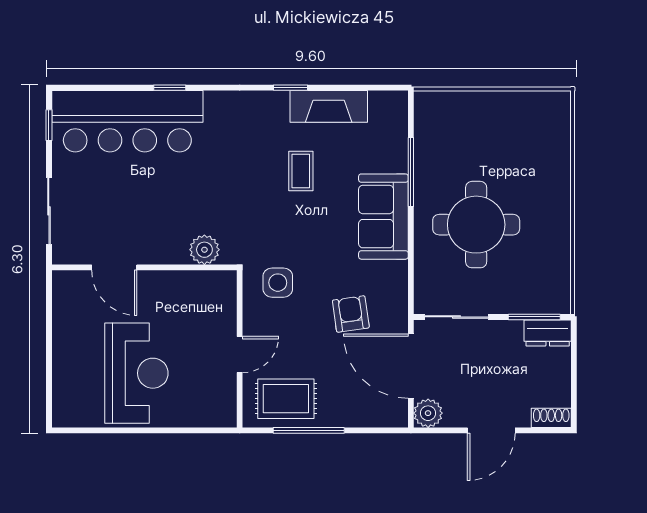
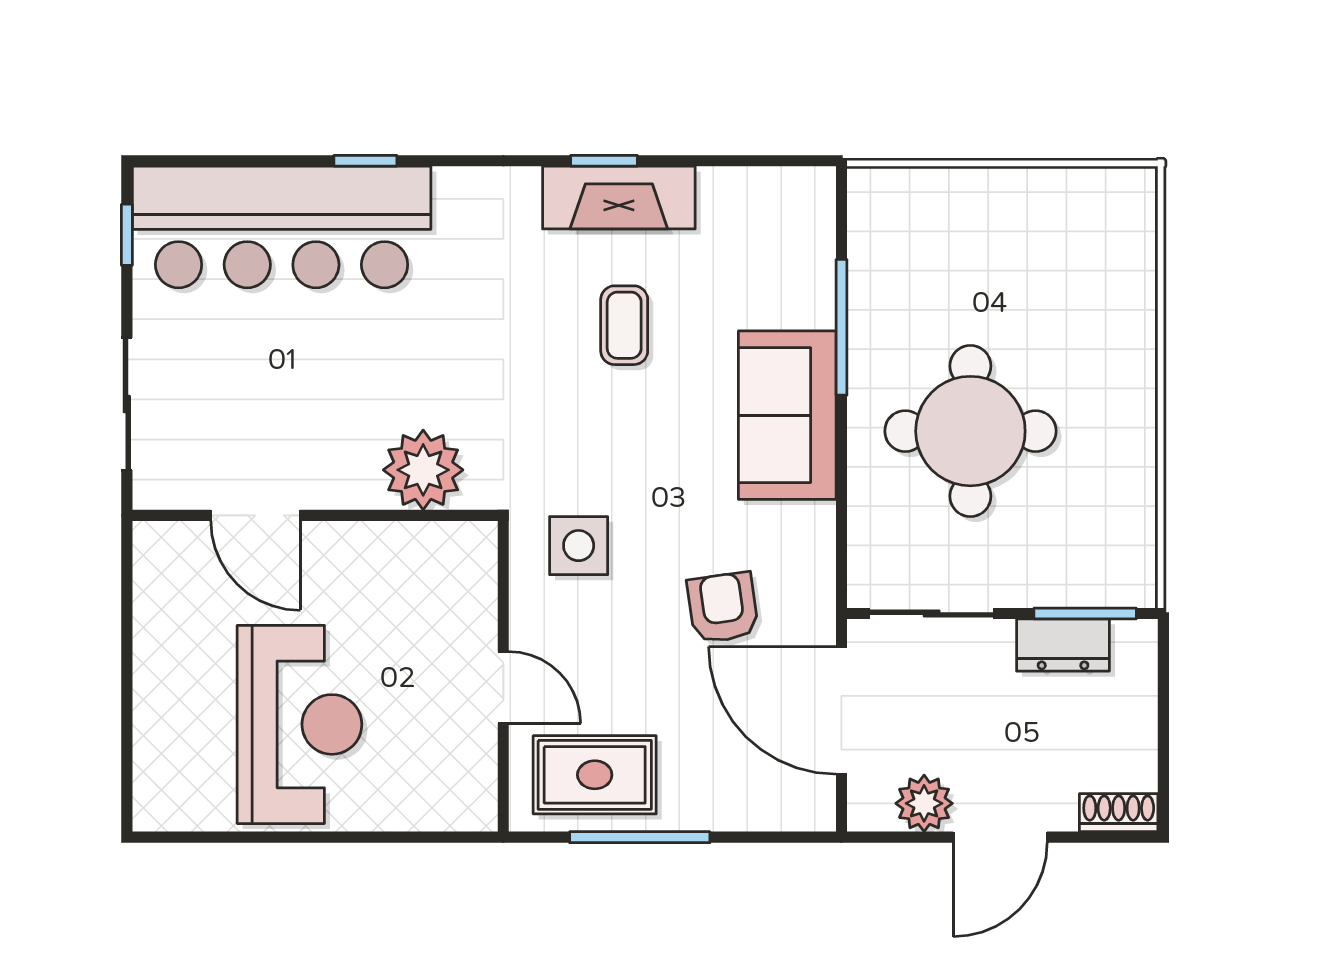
fireplace: (329, 106) -> (619, 198), moved
plant: (204, 250) -> (423, 470), width x1.36, depth x1.36
dresser: (548, 333) -> (1063, 645), moved
door: (240, 354) -> (503, 688), hinge flipped
plant: (428, 413) -> (924, 803), moved

